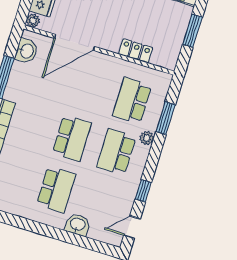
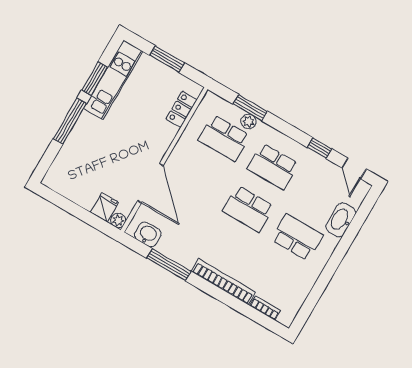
locker: (136, 51) -> (182, 109), moved
school desk: (72, 138) -> (248, 209), turned 180
plant: (147, 138) -> (249, 122), moved
washbasin: (78, 225) -> (341, 220), width x1.38

